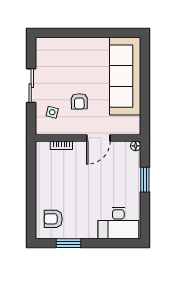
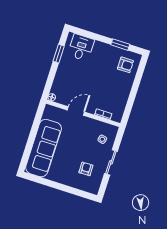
armchair: (79, 101) -> (86, 169), moved
window: (145, 180) -> (59, 54), moved
desk: (118, 223) -> (81, 47), width x0.73

